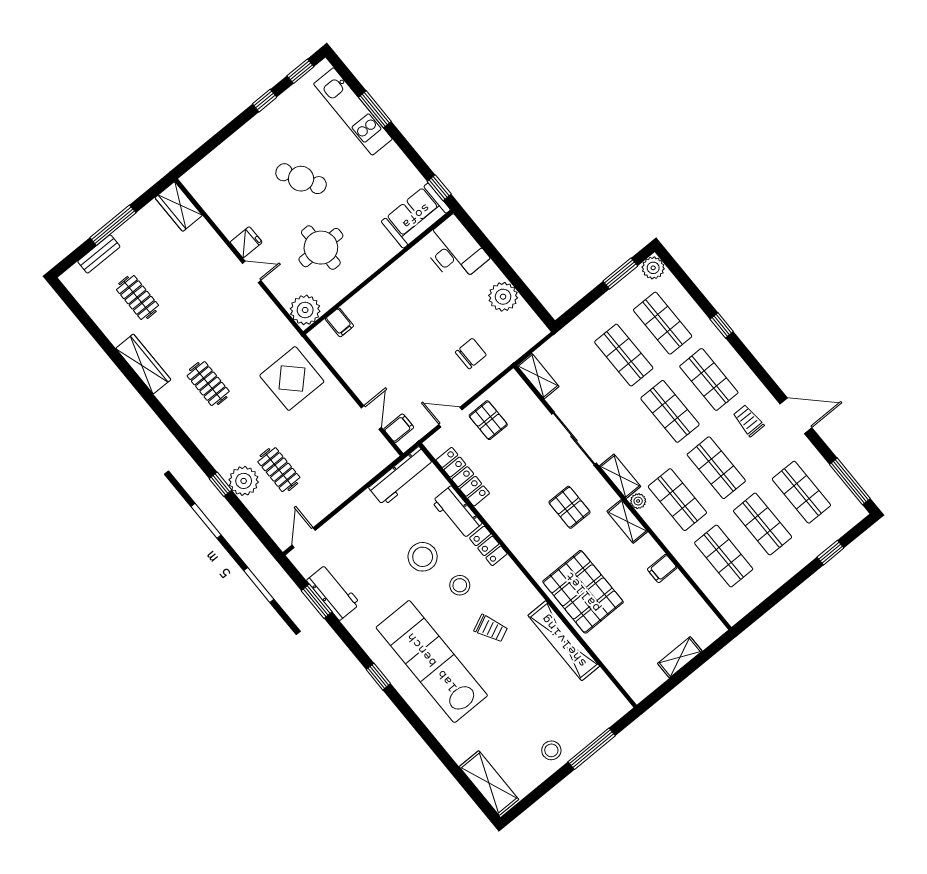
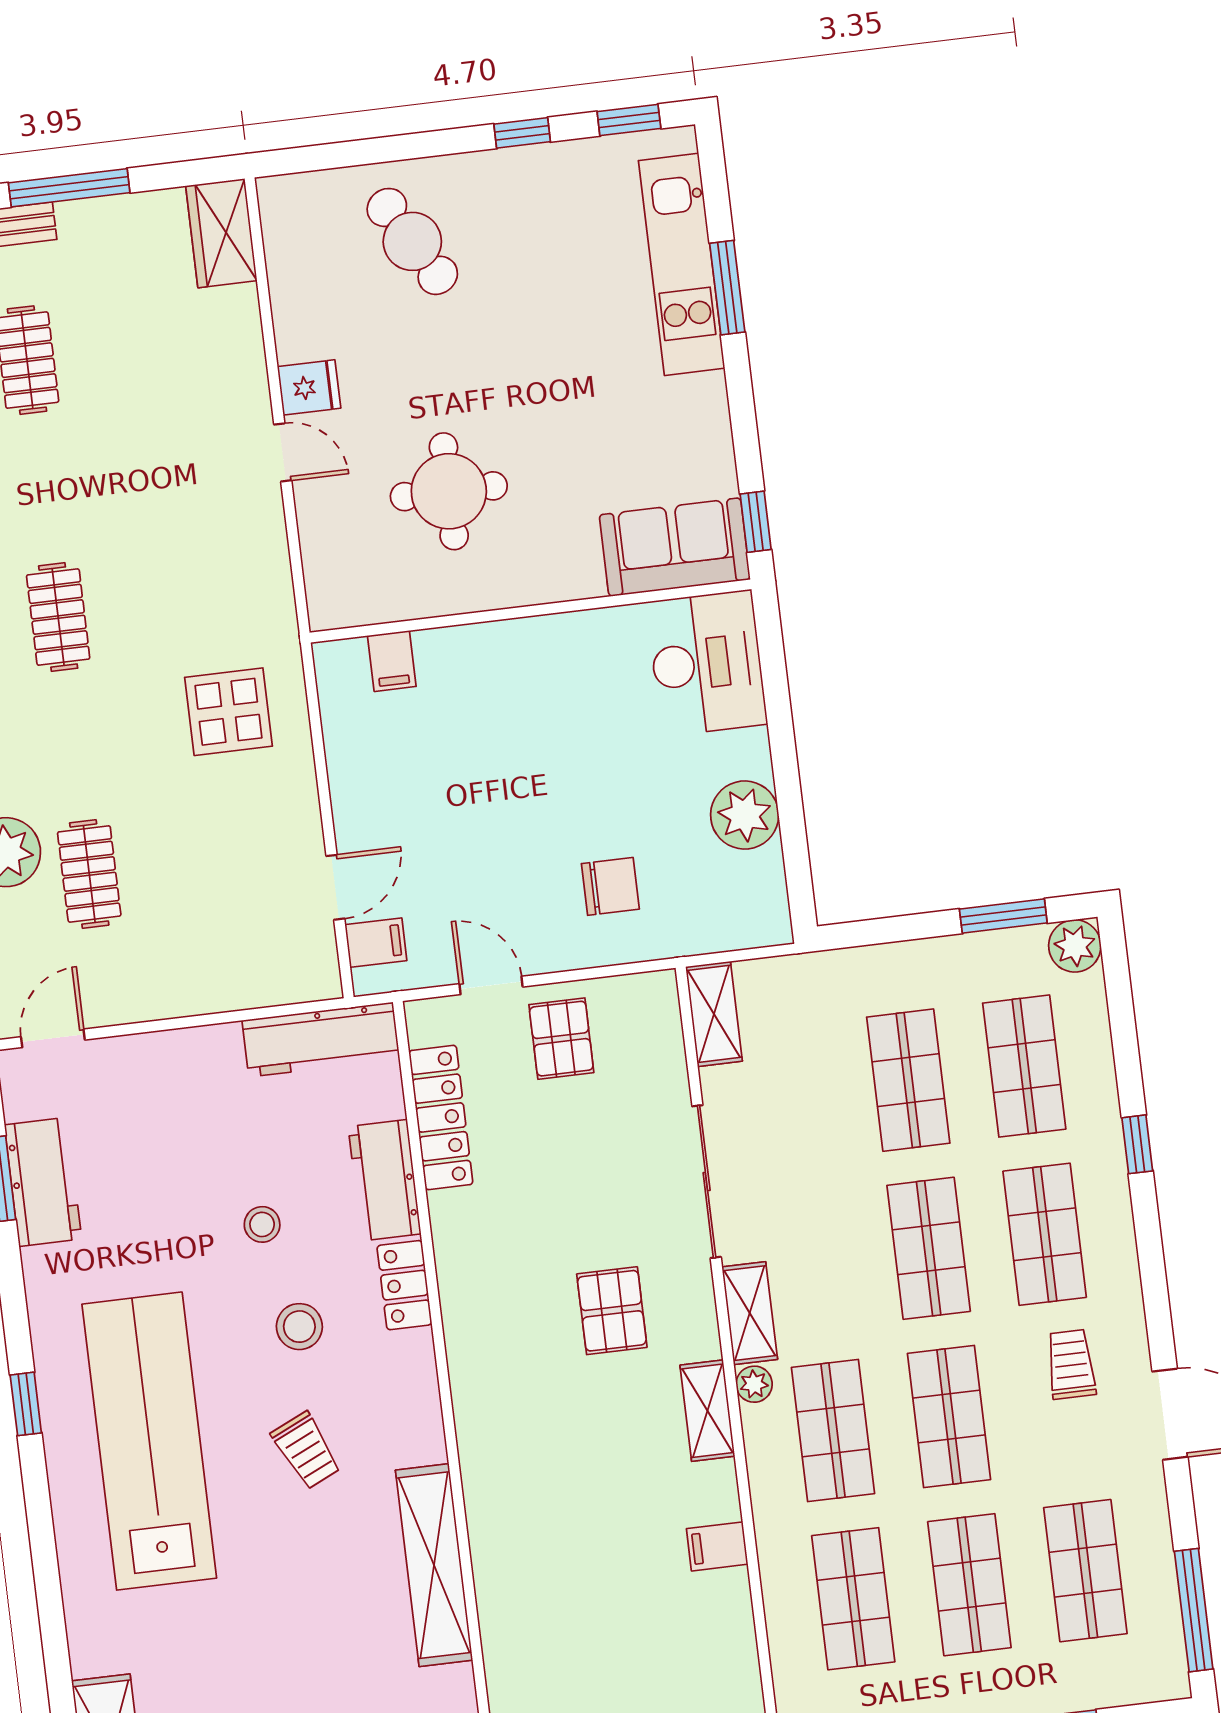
cafe table: (301, 179) -> (412, 241), moved
plant: (305, 310) -> (340, 594), removed
display table: (292, 379) -> (228, 712), width x0.73, depth x0.73
stool: (423, 557) -> (262, 1224), width x0.53, depth x0.53
pallet: (583, 592) -> (533, 1493), removed

